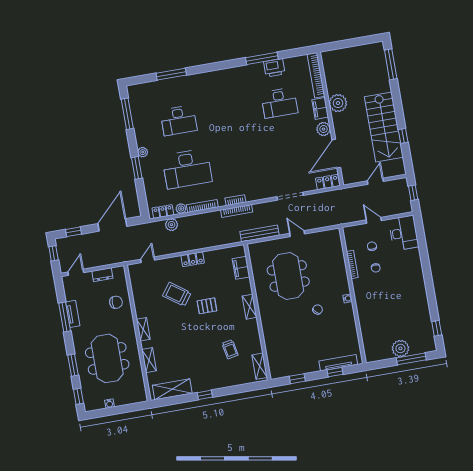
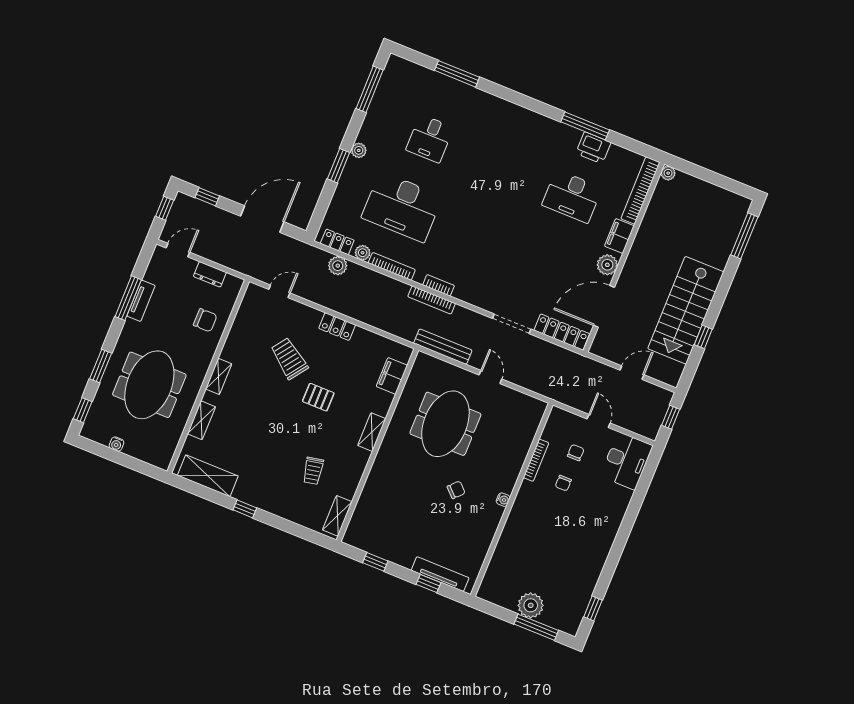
plant: (338, 103) -> (668, 173), moved, width x0.53, depth x0.53
desk: (179, 120) -> (430, 139), width x0.73
locker: (328, 182) -> (562, 332), width x1.53

